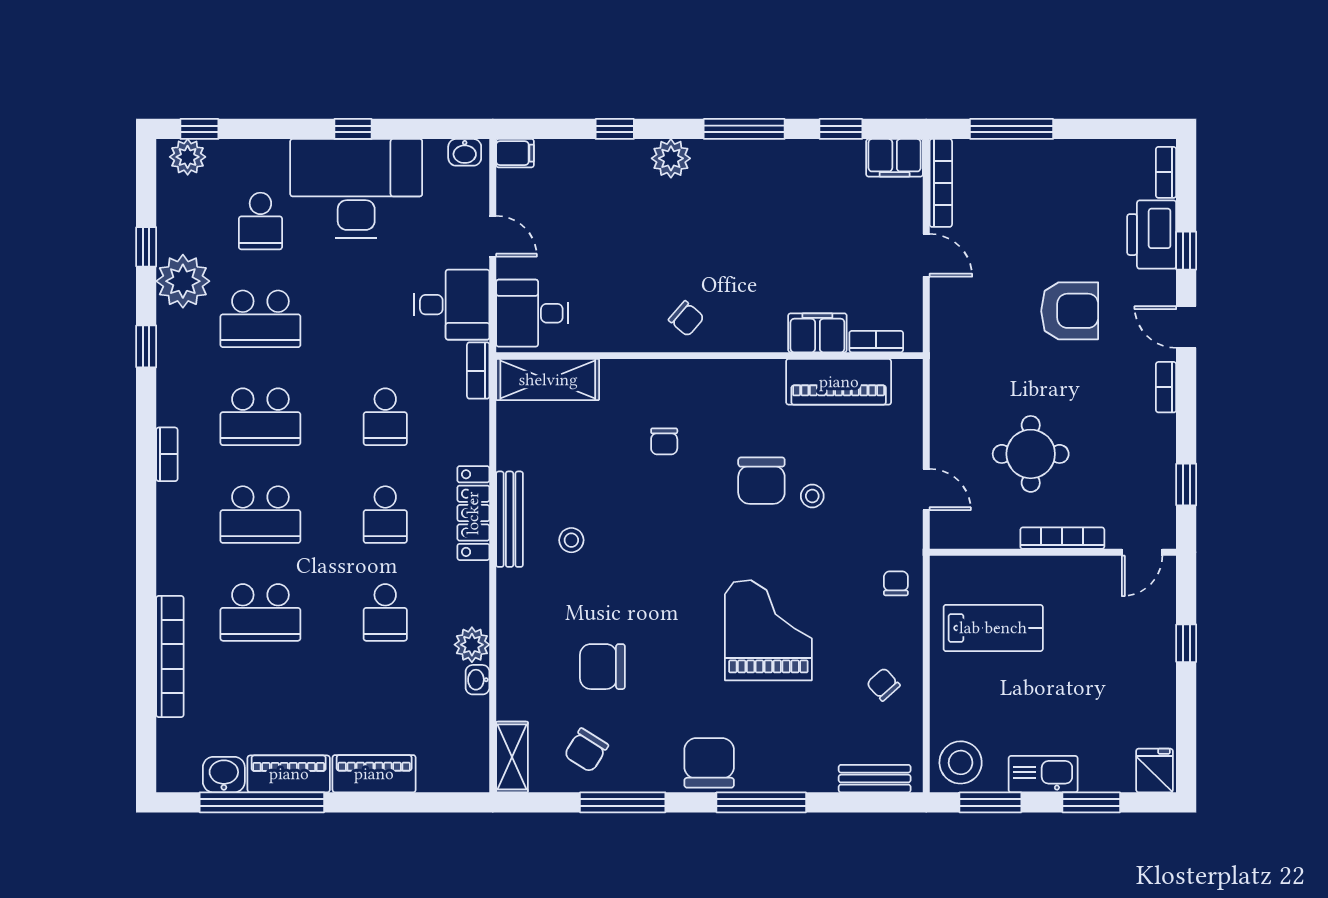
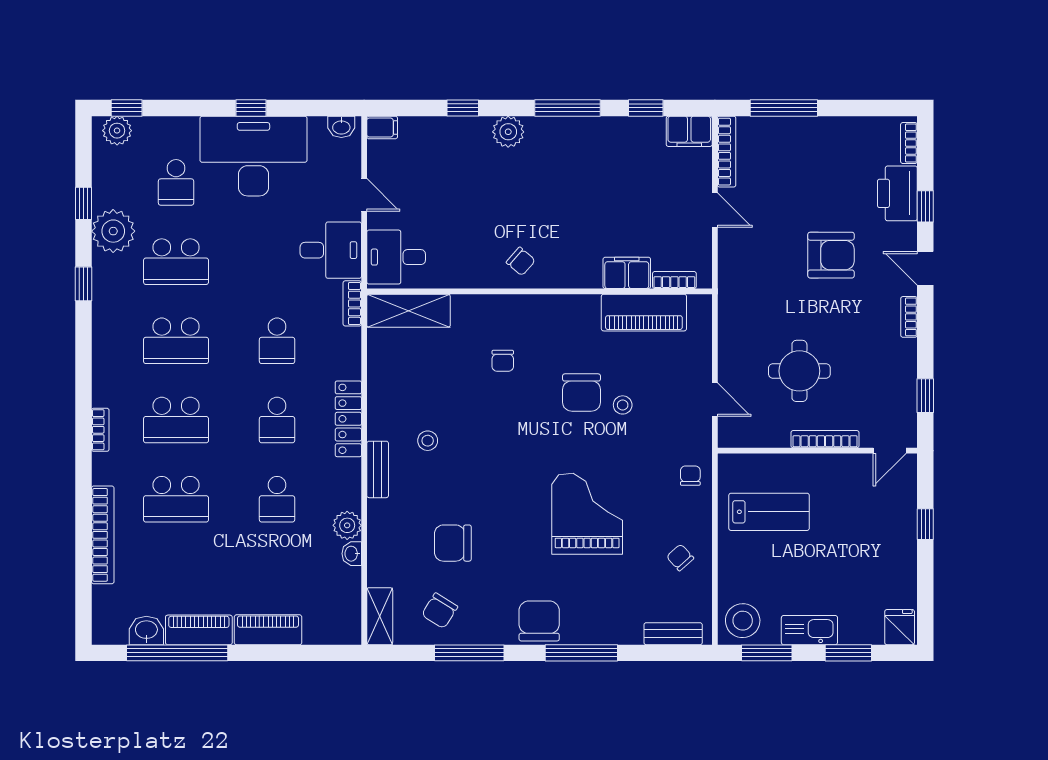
bookcase: (167, 454) -> (100, 430), moved
bench: (510, 519) -> (378, 469), moved, width x0.73

